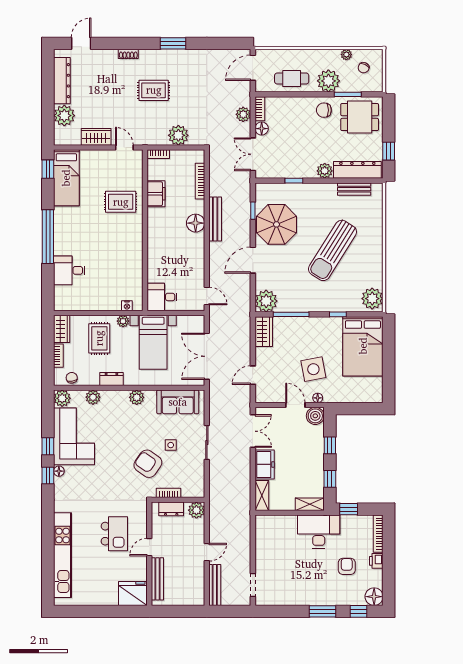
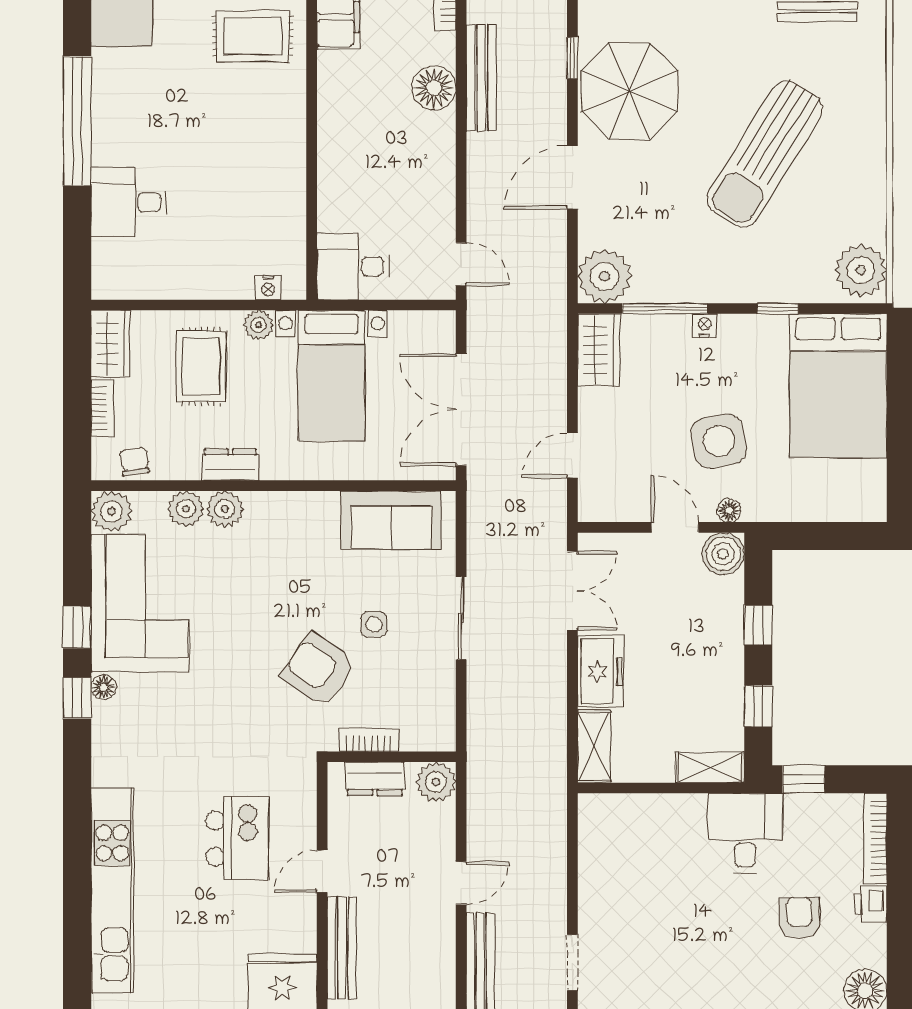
nightstand: (308, 321) -> (705, 326), added
plant: (137, 397) -> (225, 509), moved
desk: (319, 532) -> (745, 833), width x0.73

